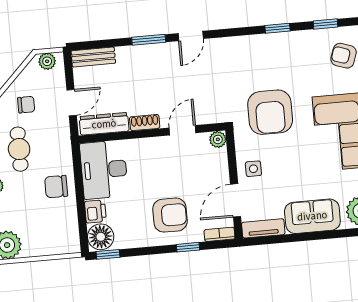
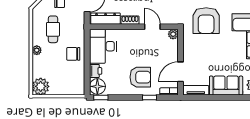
door: (183, 130) -> (152, 27), hinge flipped
side table: (253, 169) -> (193, 54), removed

